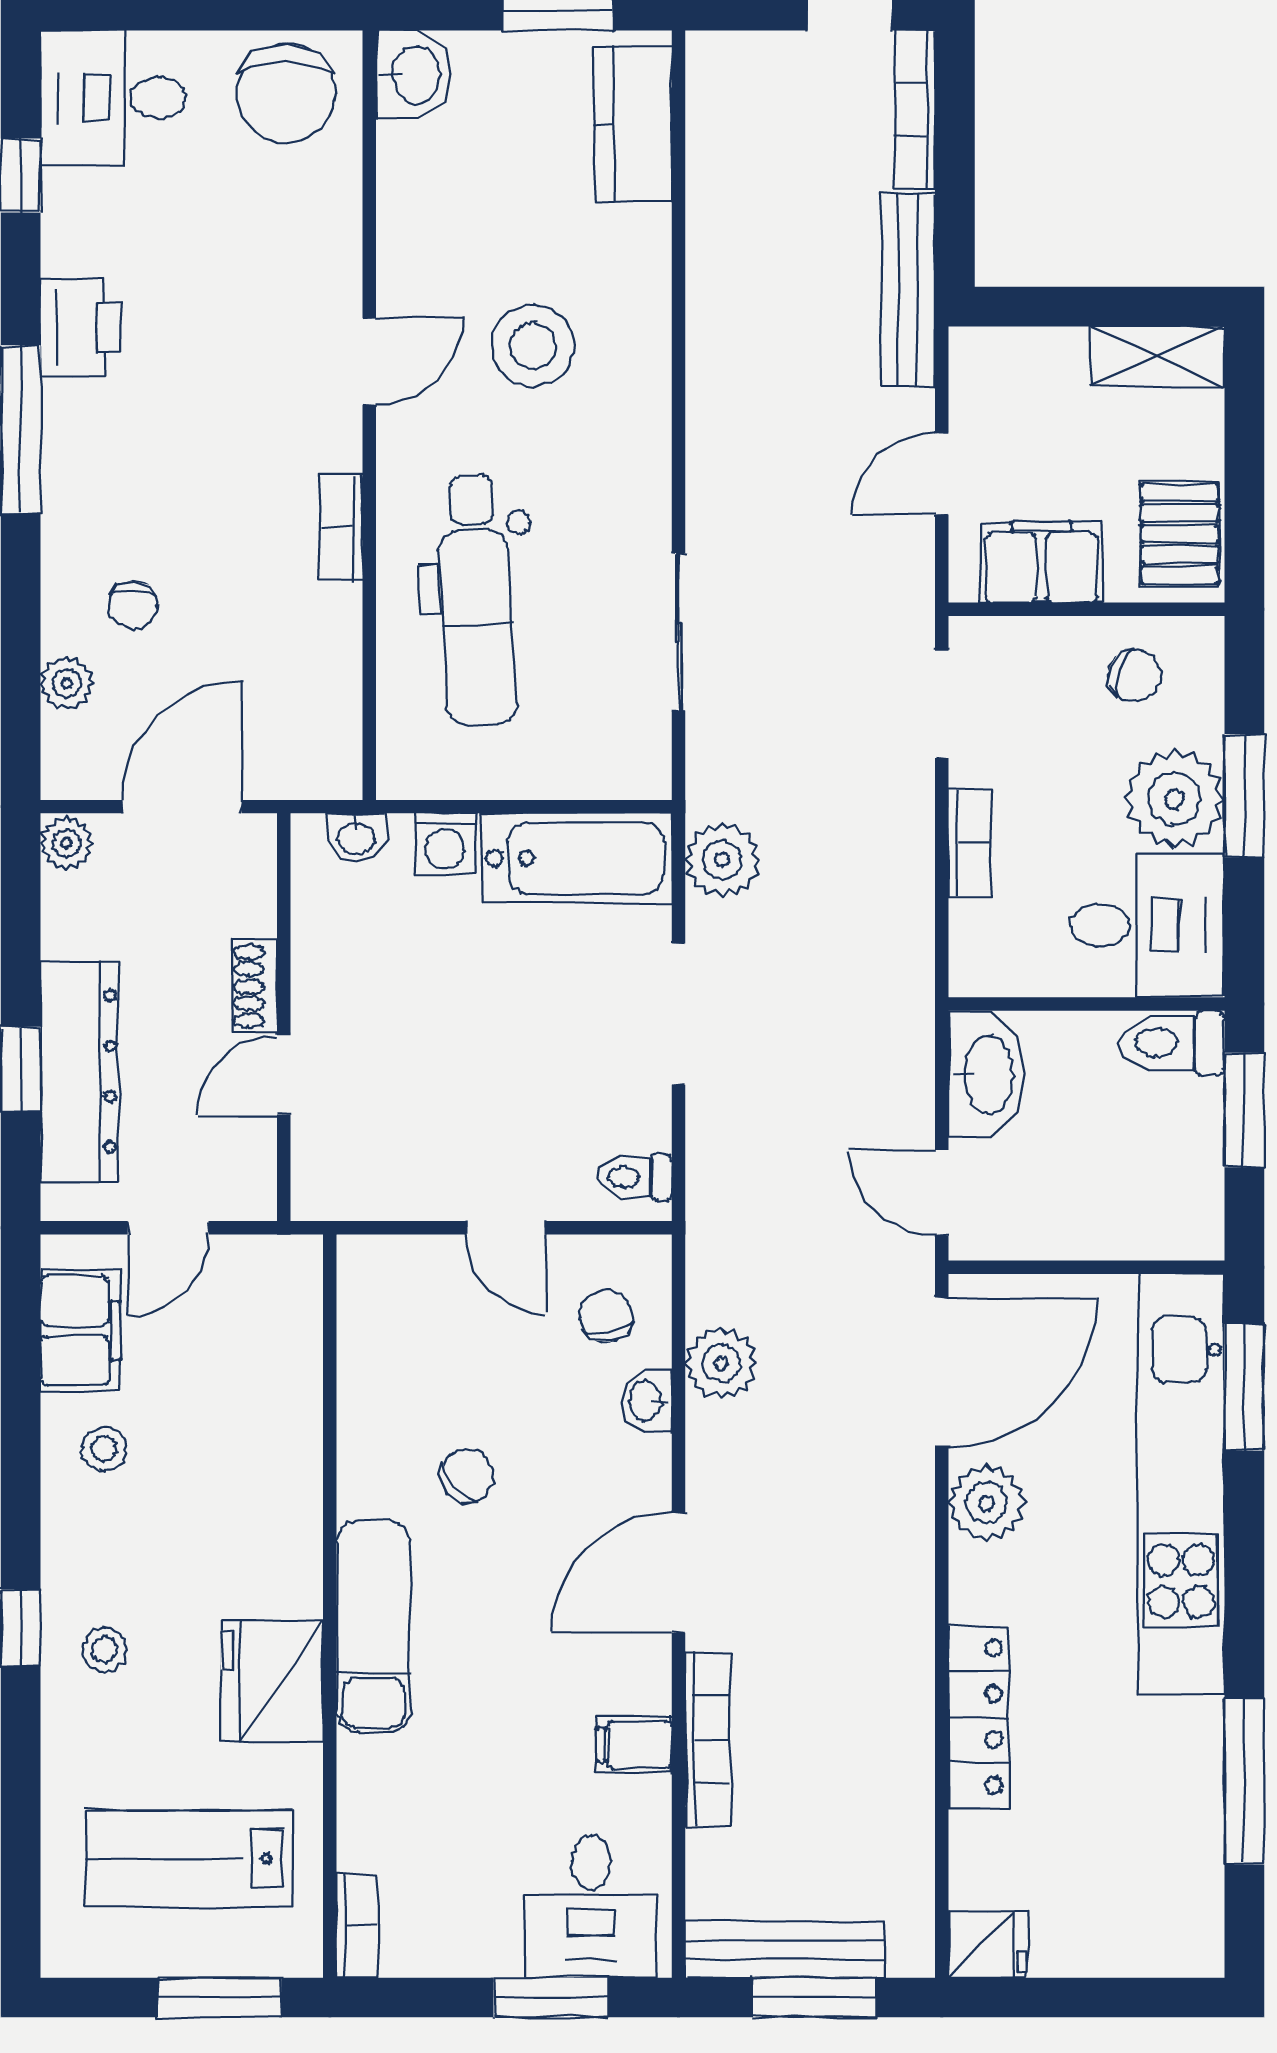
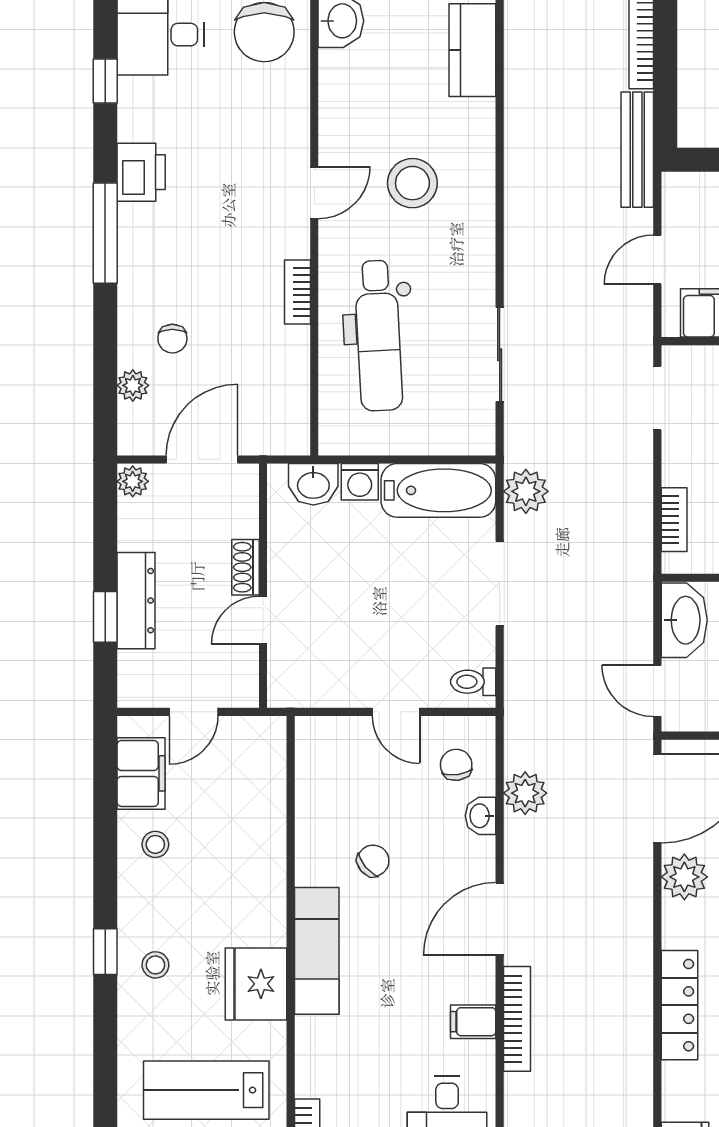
washbasin: (356, 837) -> (313, 484), width x1.38, depth x1.45
bookcase: (970, 843) -> (674, 520), moved
dresser: (80, 1071) -> (136, 601), width x0.73, depth x0.80

